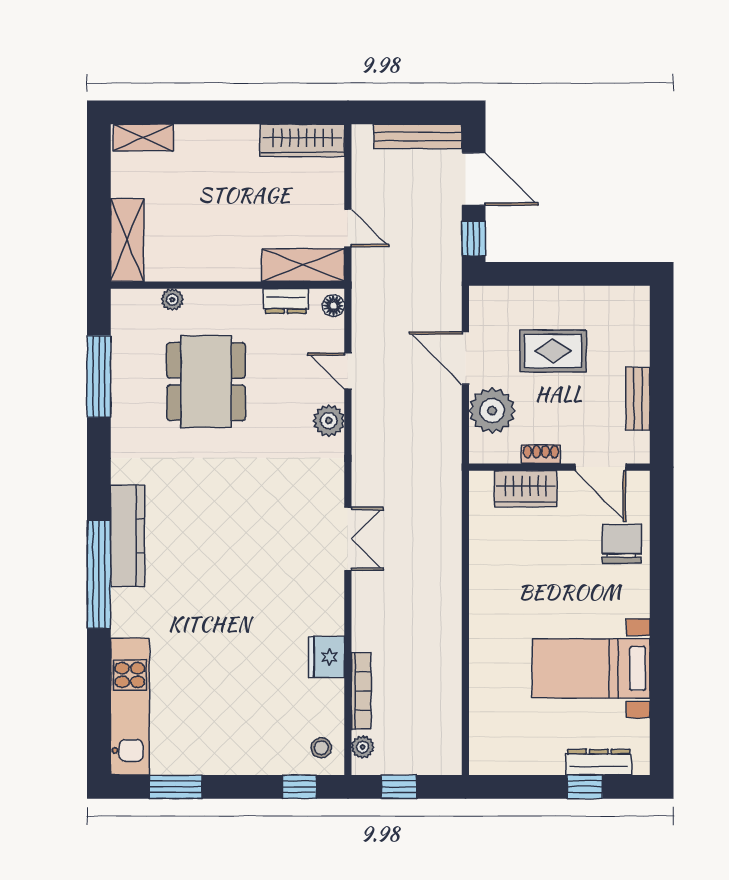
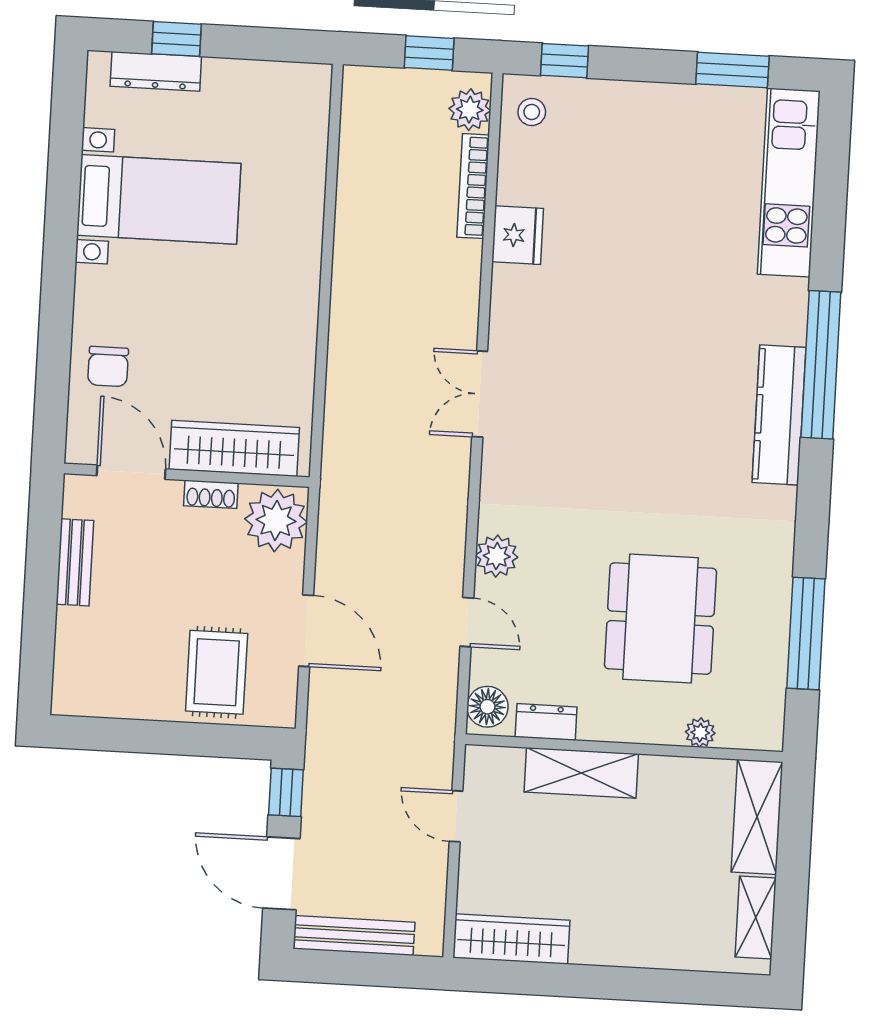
shelving: (143, 138) -> (756, 917), moved, turned 90
shelving: (303, 265) -> (581, 773), moved
floor lamp: (333, 306) -> (487, 707), width x1.37, depth x1.37
rug: (553, 351) -> (217, 672), moved, turned 90
plant: (492, 411) -> (276, 520), moved
wardrobe: (526, 489) -> (234, 448), width x1.50
chair: (622, 544) -> (108, 366), width x0.73, depth x0.73
plant: (363, 747) -> (470, 110), width x1.38, depth x1.38

